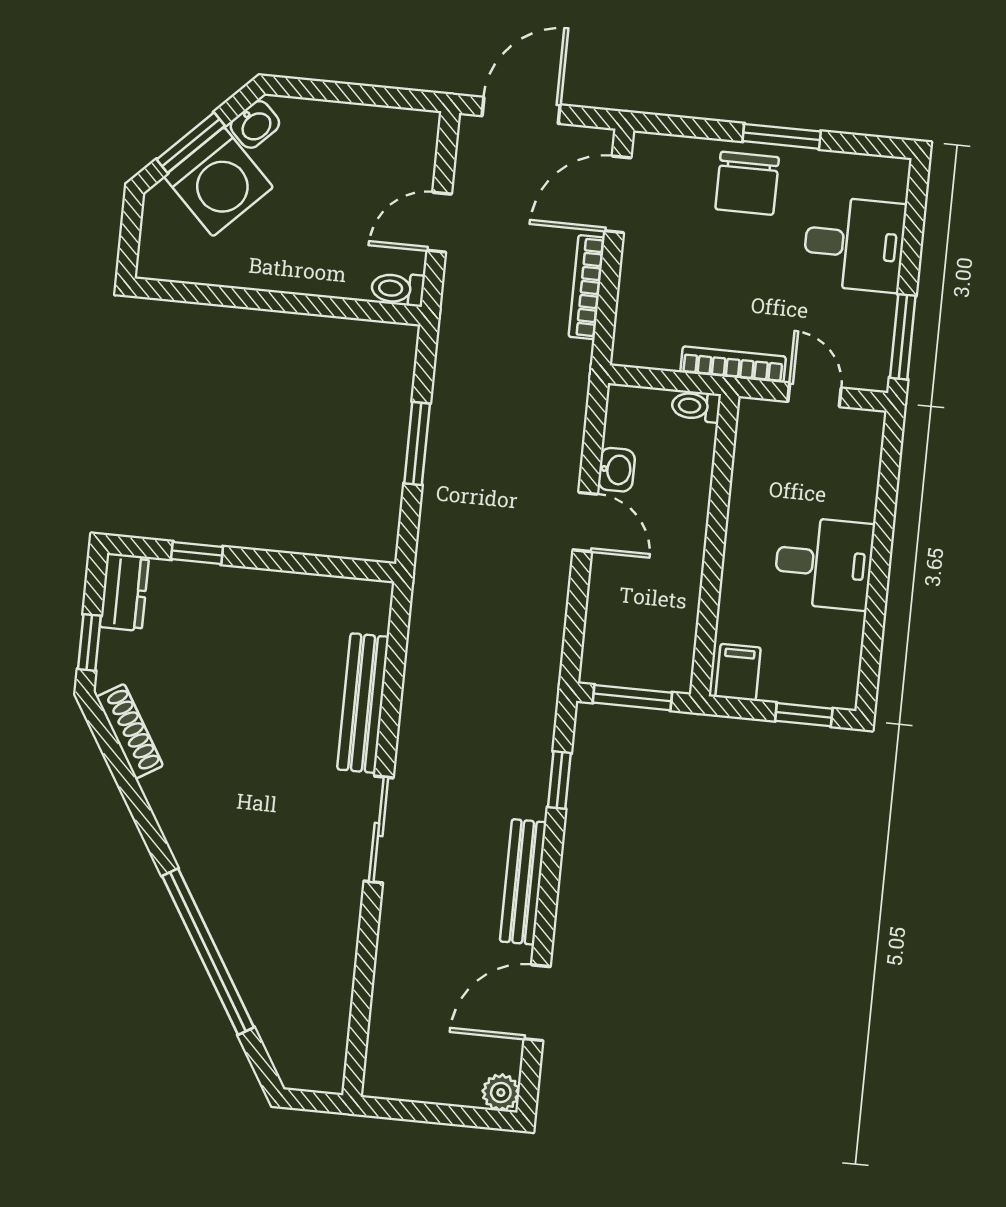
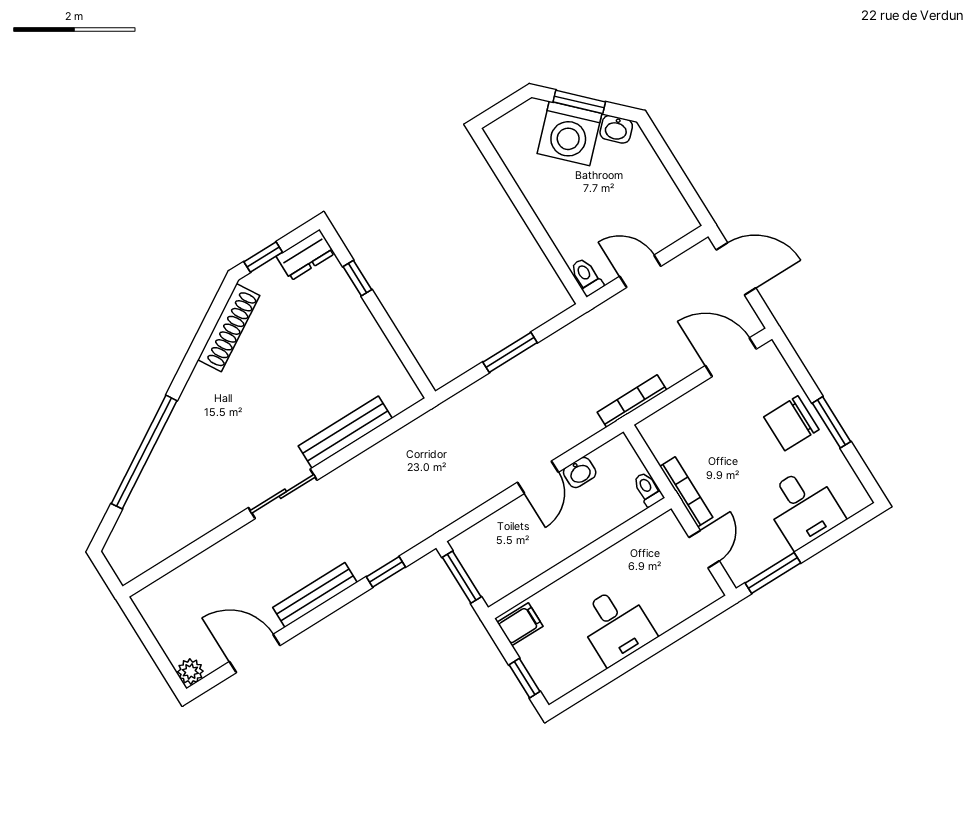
bookcase: (587, 287) -> (632, 401), moved
shoe rack: (130, 731) -> (229, 328), width x1.36, depth x1.24

